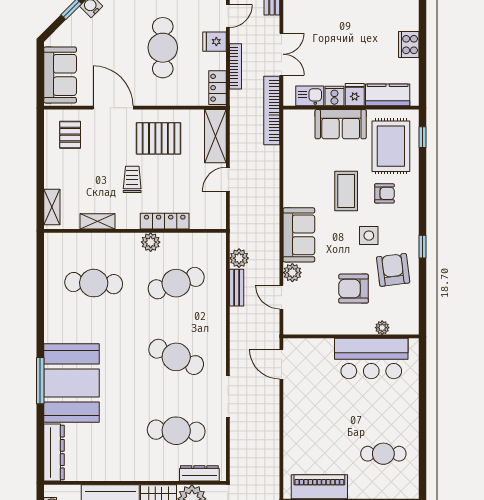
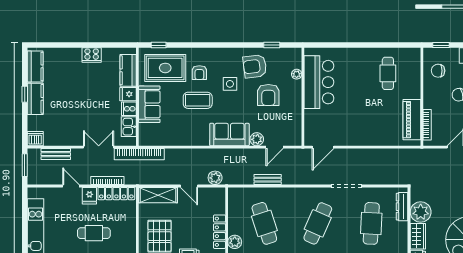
cafe table: (163, 48) -> (94, 233), width x0.73, depth x0.74
locker: (217, 88) -> (116, 194), width x1.53
armchair: (384, 193) -> (199, 73), turned 180
window: (422, 247) -> (272, 45), moved
plant: (239, 258) -> (215, 178), moved

